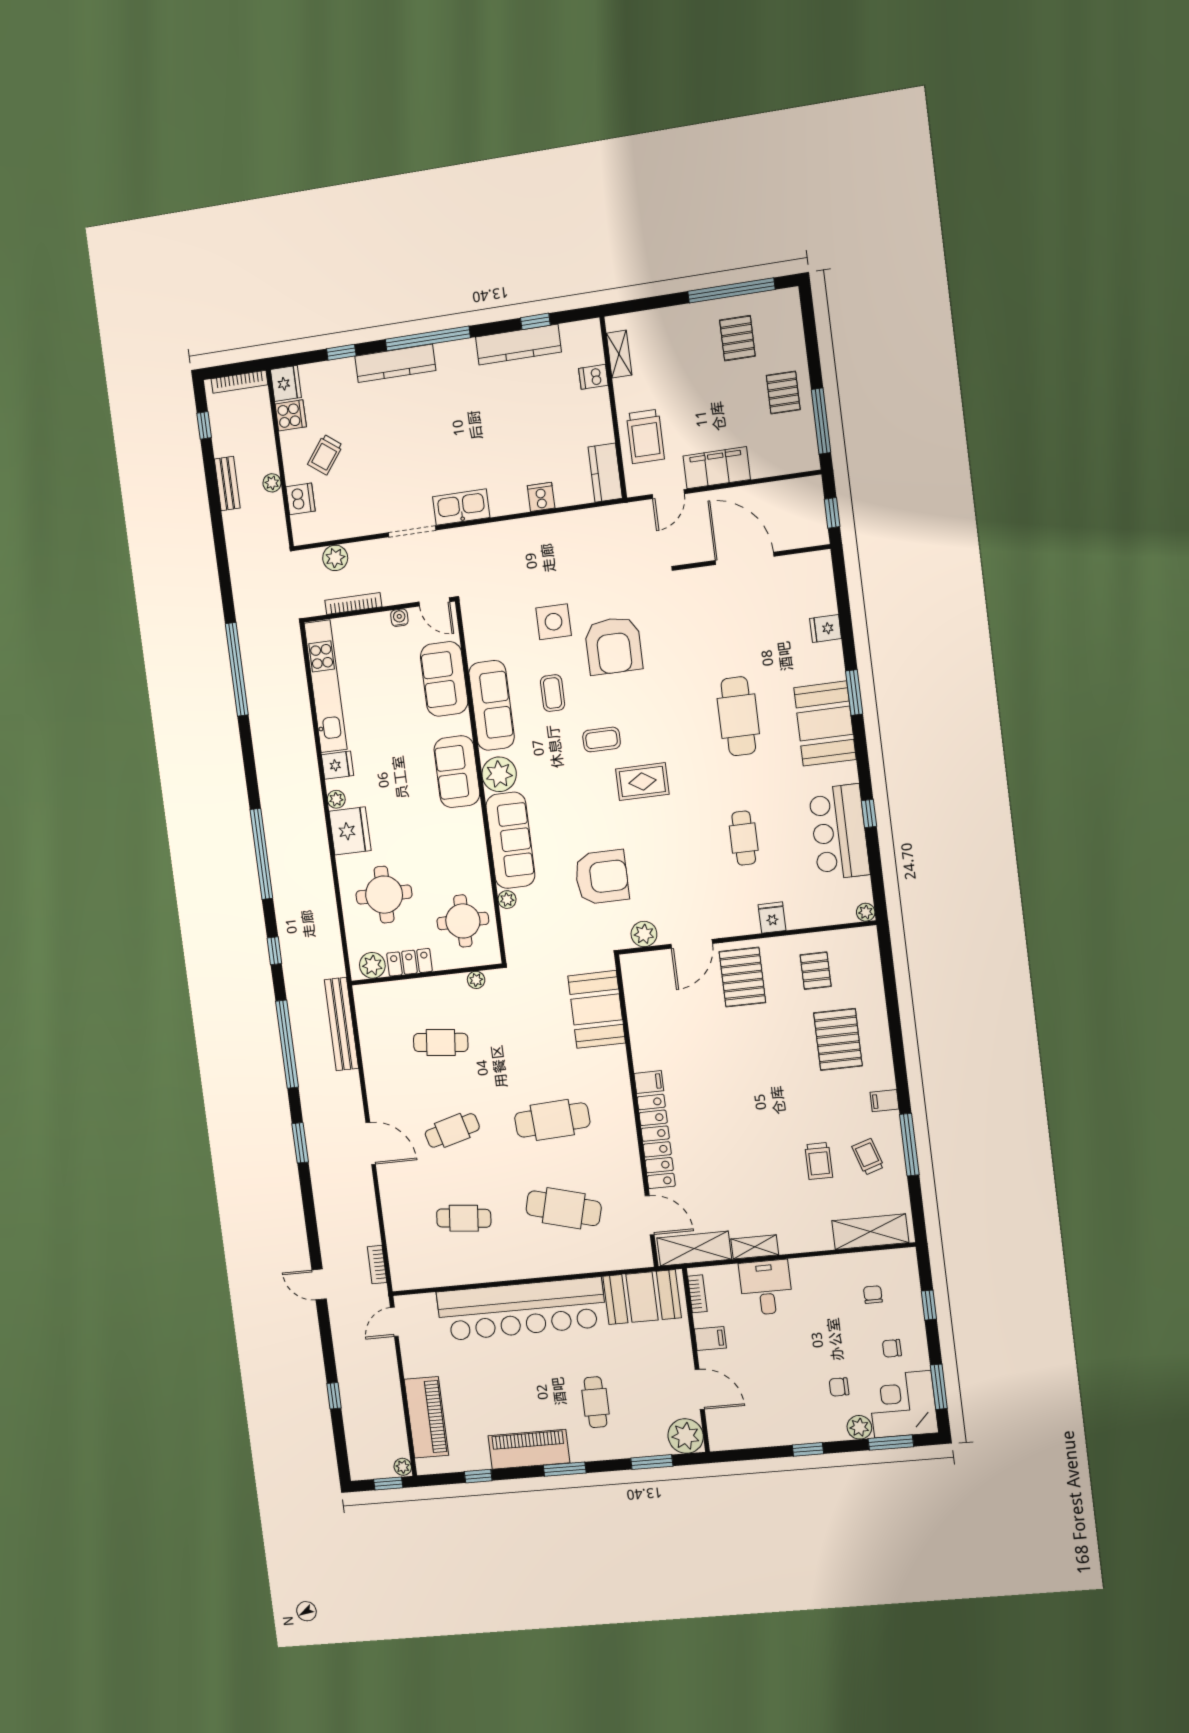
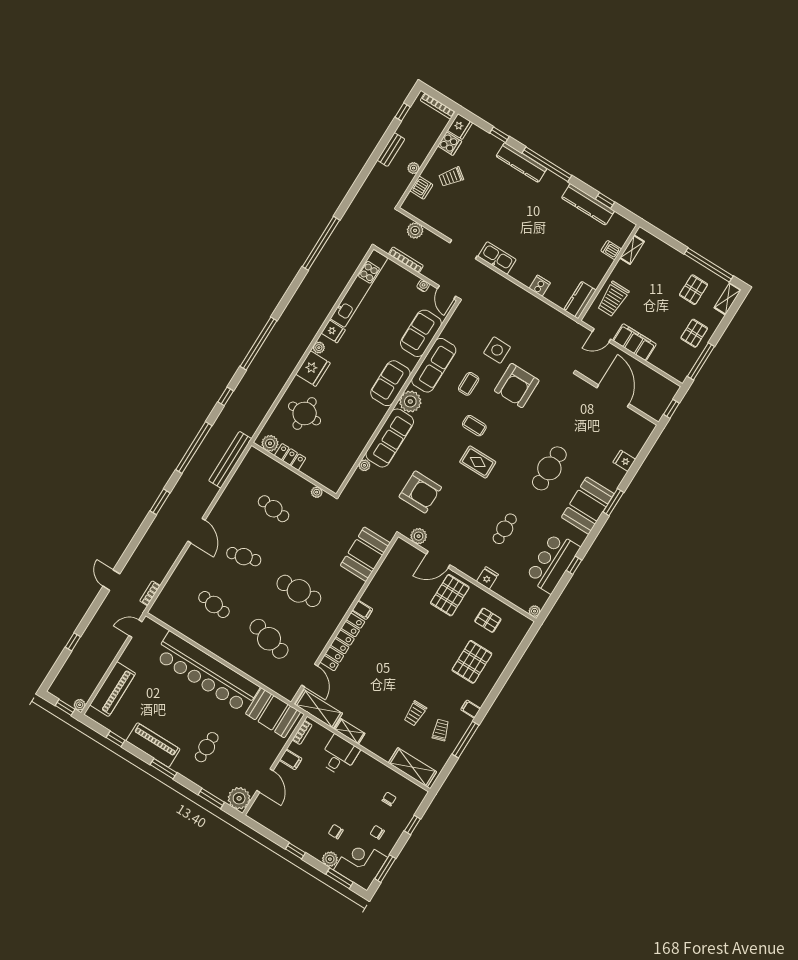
shelving: (790, 313) -> (728, 299), added
round table: (463, 921) -> (334, 458), removed
pallet: (816, 971) -> (488, 620), turned 90

